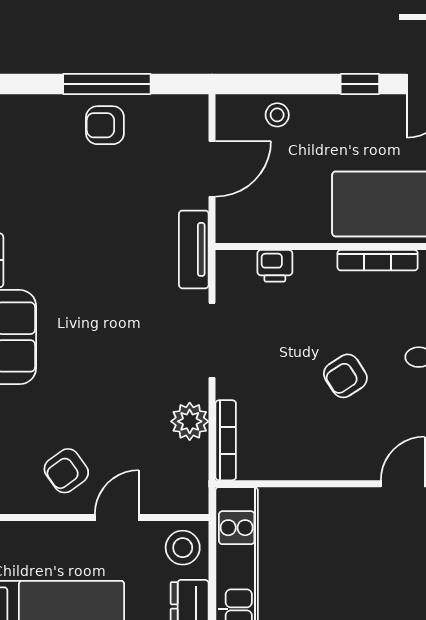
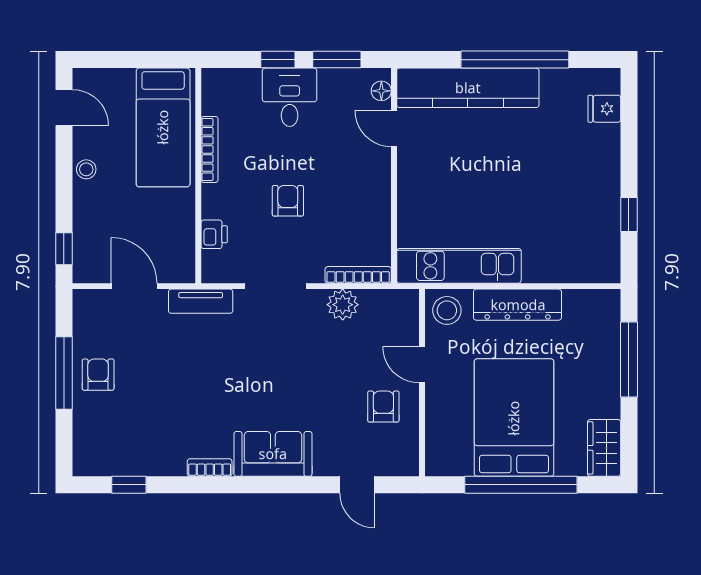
window: (360, 84) -> (64, 249), moved
stool: (277, 115) -> (86, 169), moved
armchair: (105, 125) -> (98, 375), turned 180
armchair: (345, 376) -> (288, 201), moved, turned -147
armchair: (66, 471) -> (383, 407), turned -144

